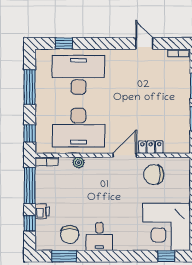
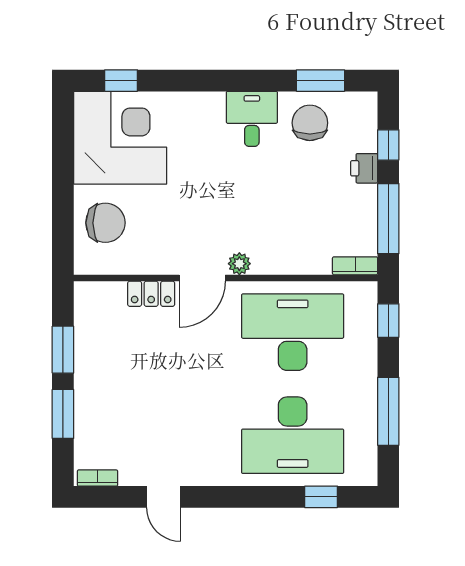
plant: (79, 163) -> (239, 264), moved
chair: (154, 175) -> (105, 223), moved

